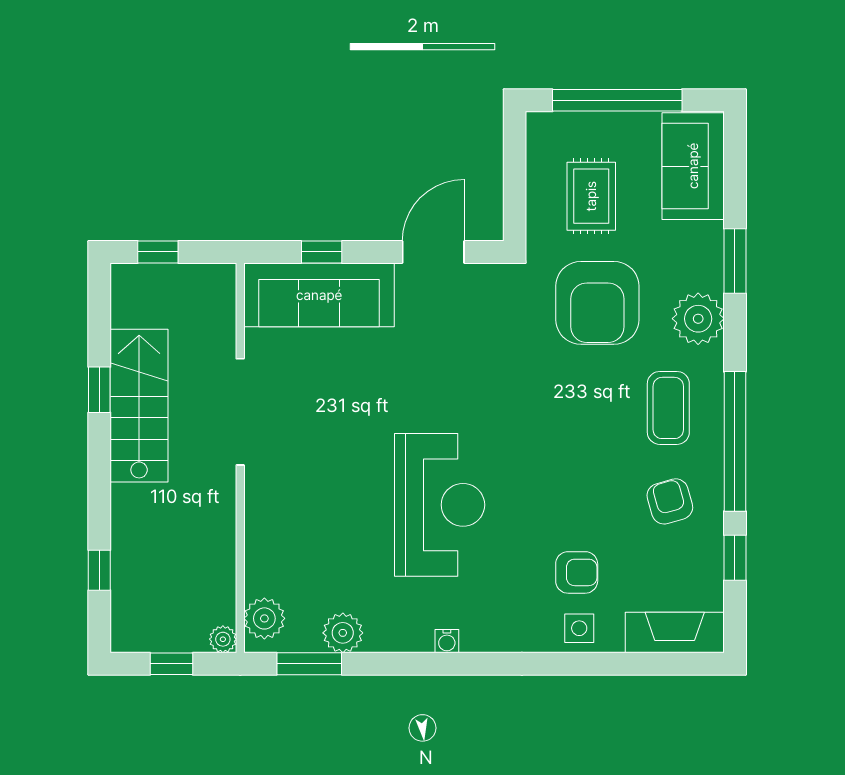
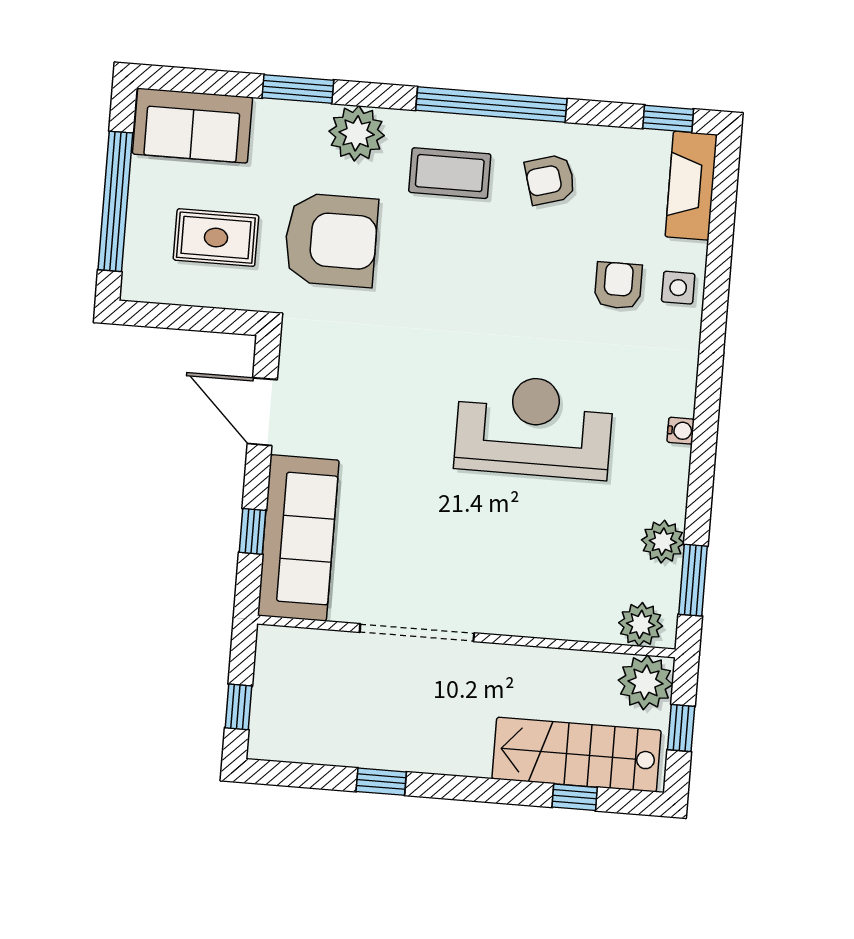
stairs: (139, 406) -> (577, 755), moved
window: (735, 558) -> (668, 119), moved
plant: (223, 639) -> (646, 682), width x1.88, depth x1.88

